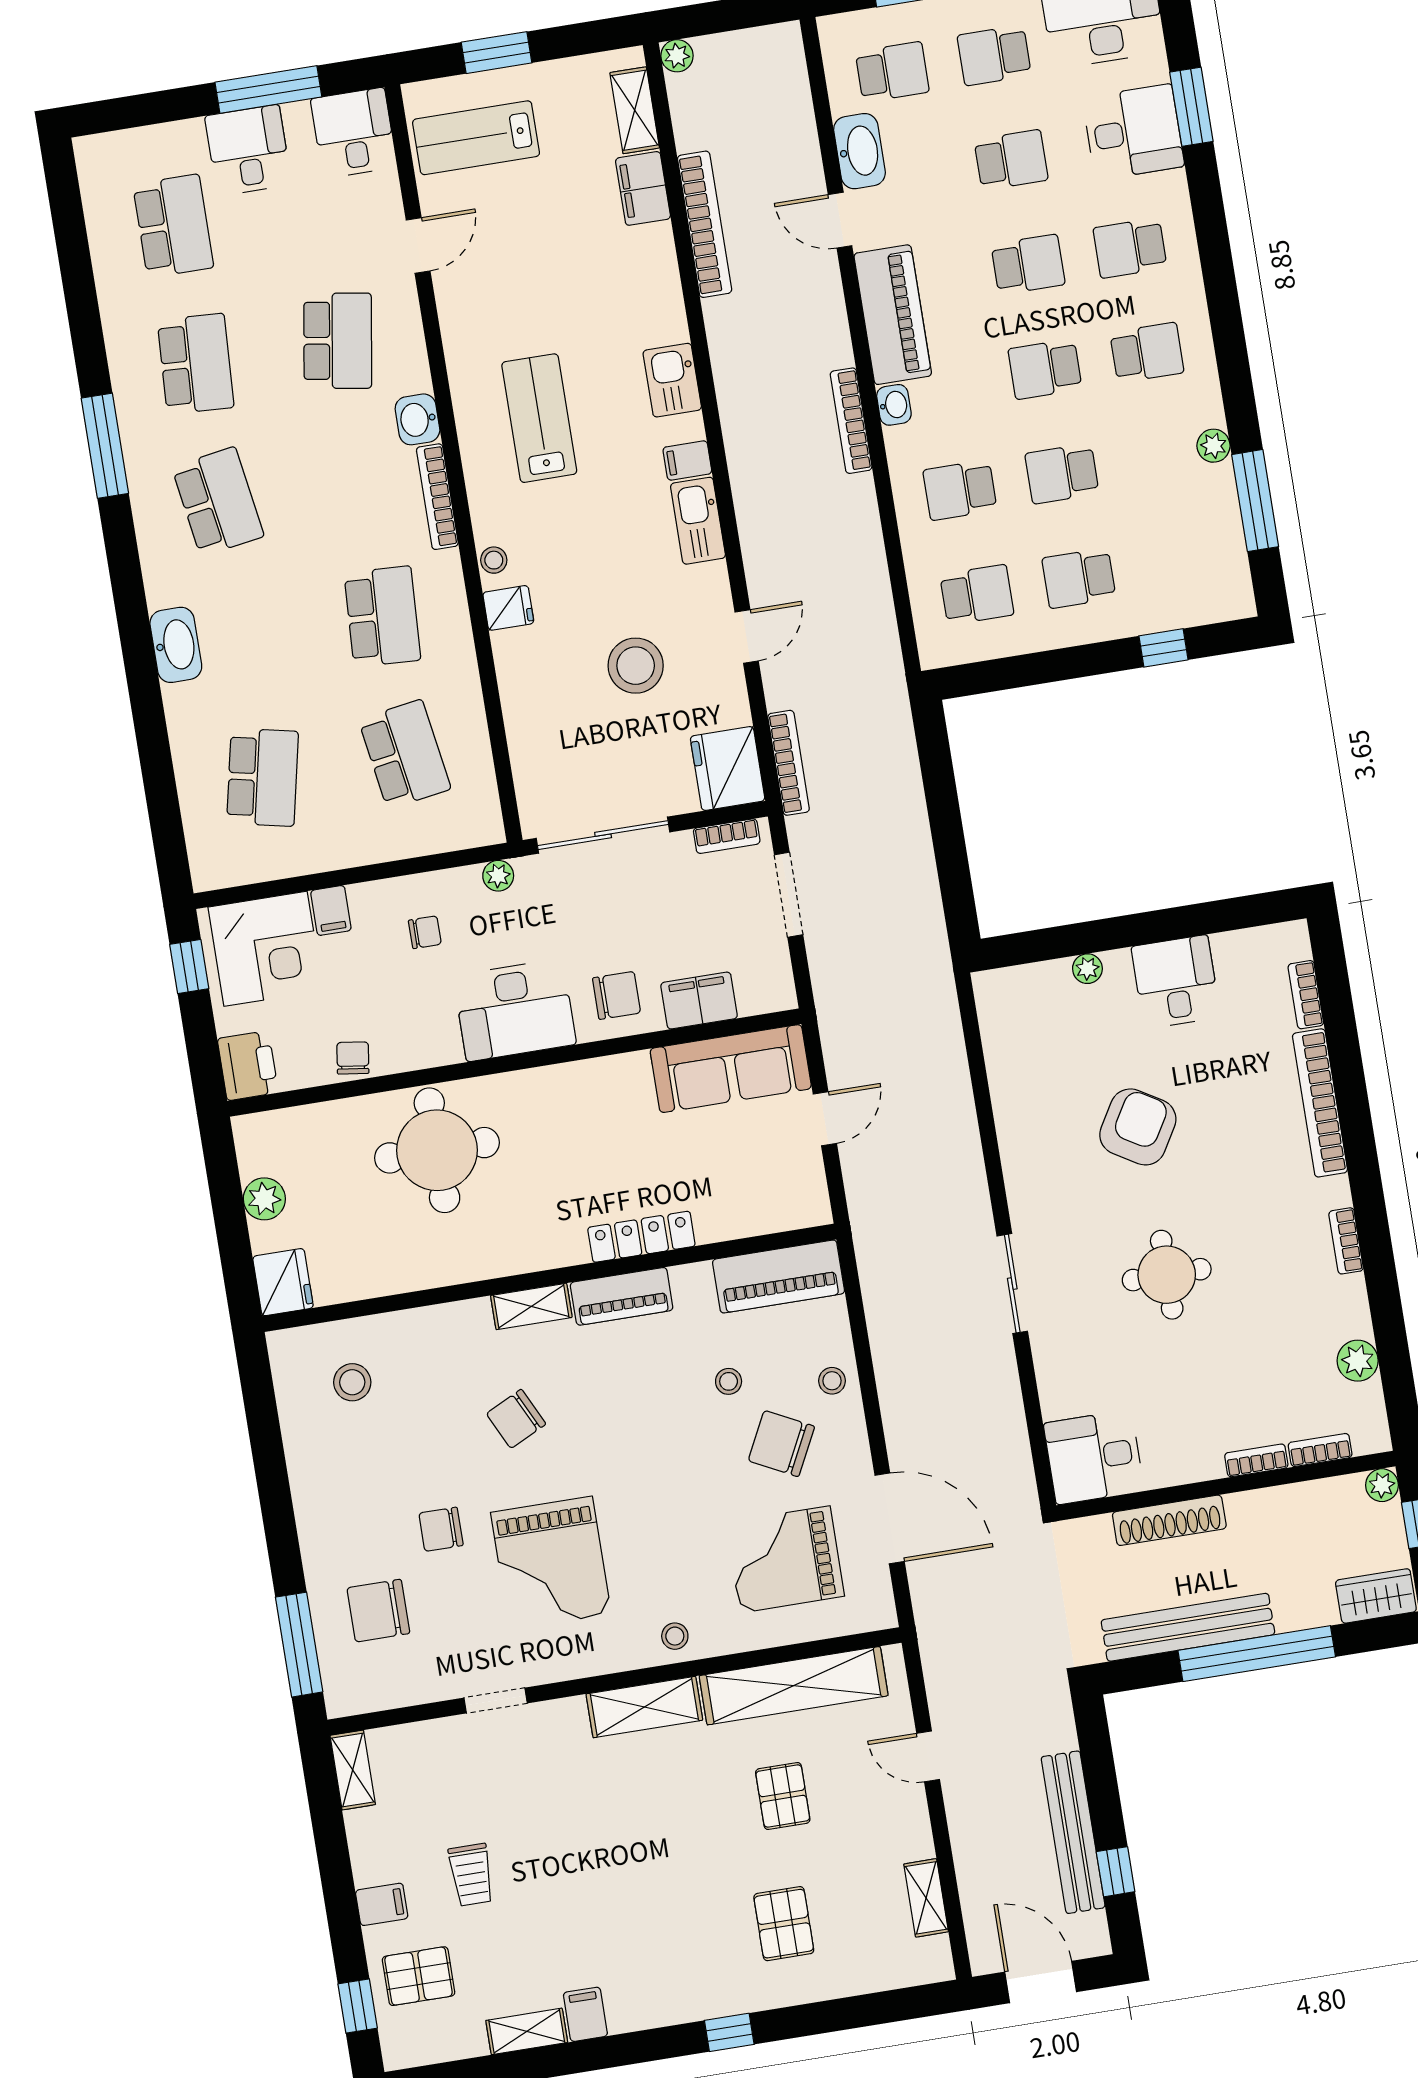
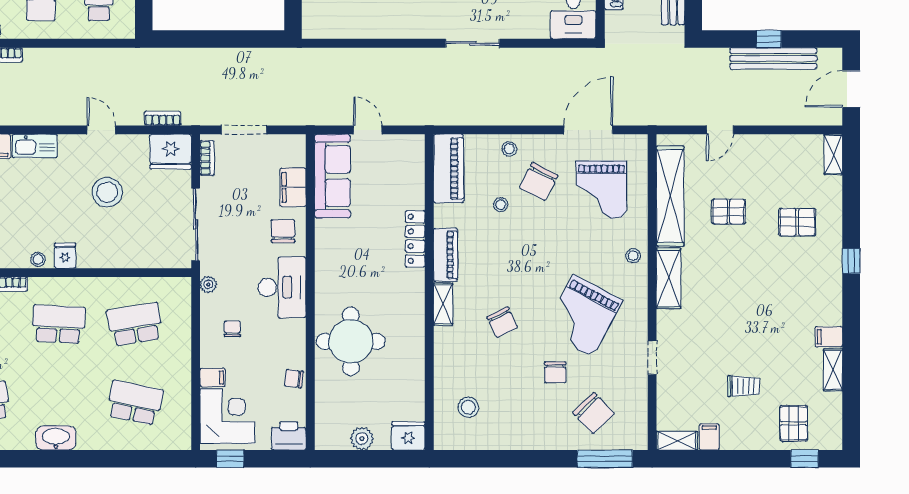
bookcase: (789, 763) -> (163, 118), width x0.64
grand piano: (551, 1563) -> (583, 316), turned 118
chair: (378, 1611) -> (593, 413), turned -44
window: (1116, 1872) -> (769, 39), moved
shelving: (926, 1898) -> (833, 154), moved, turned 90
filing cabinet: (382, 1904) -> (709, 437), moved

